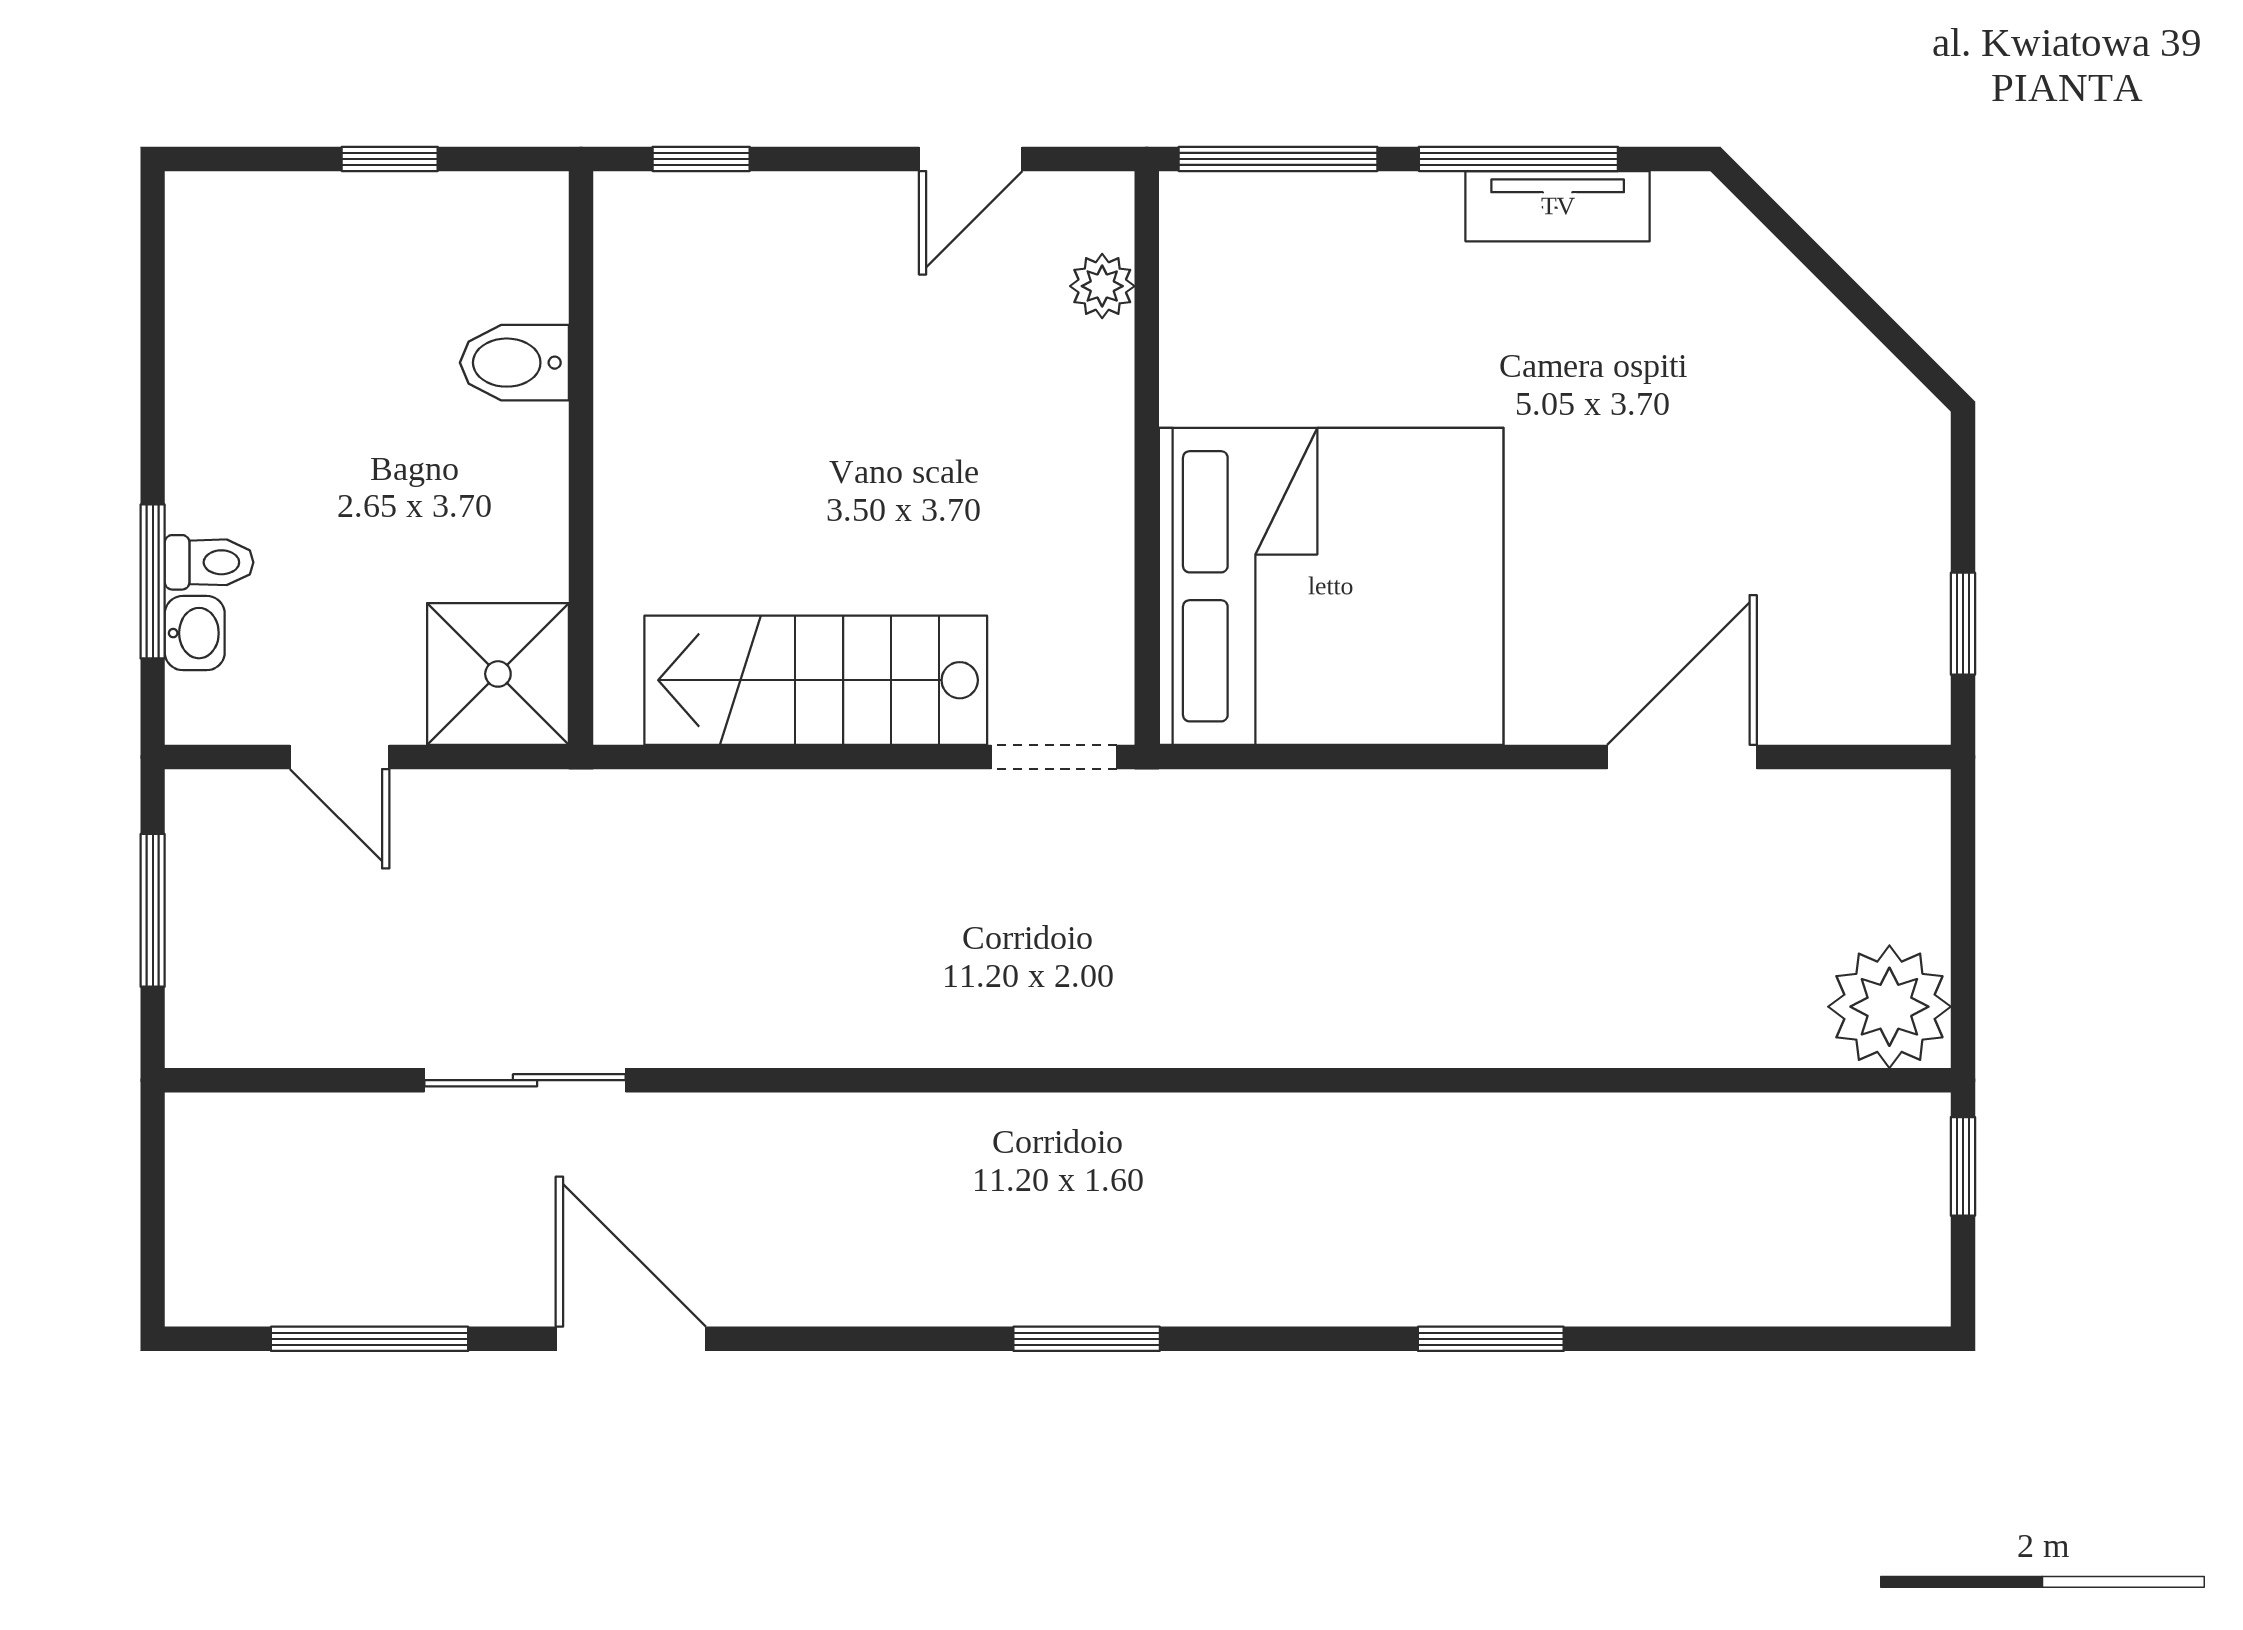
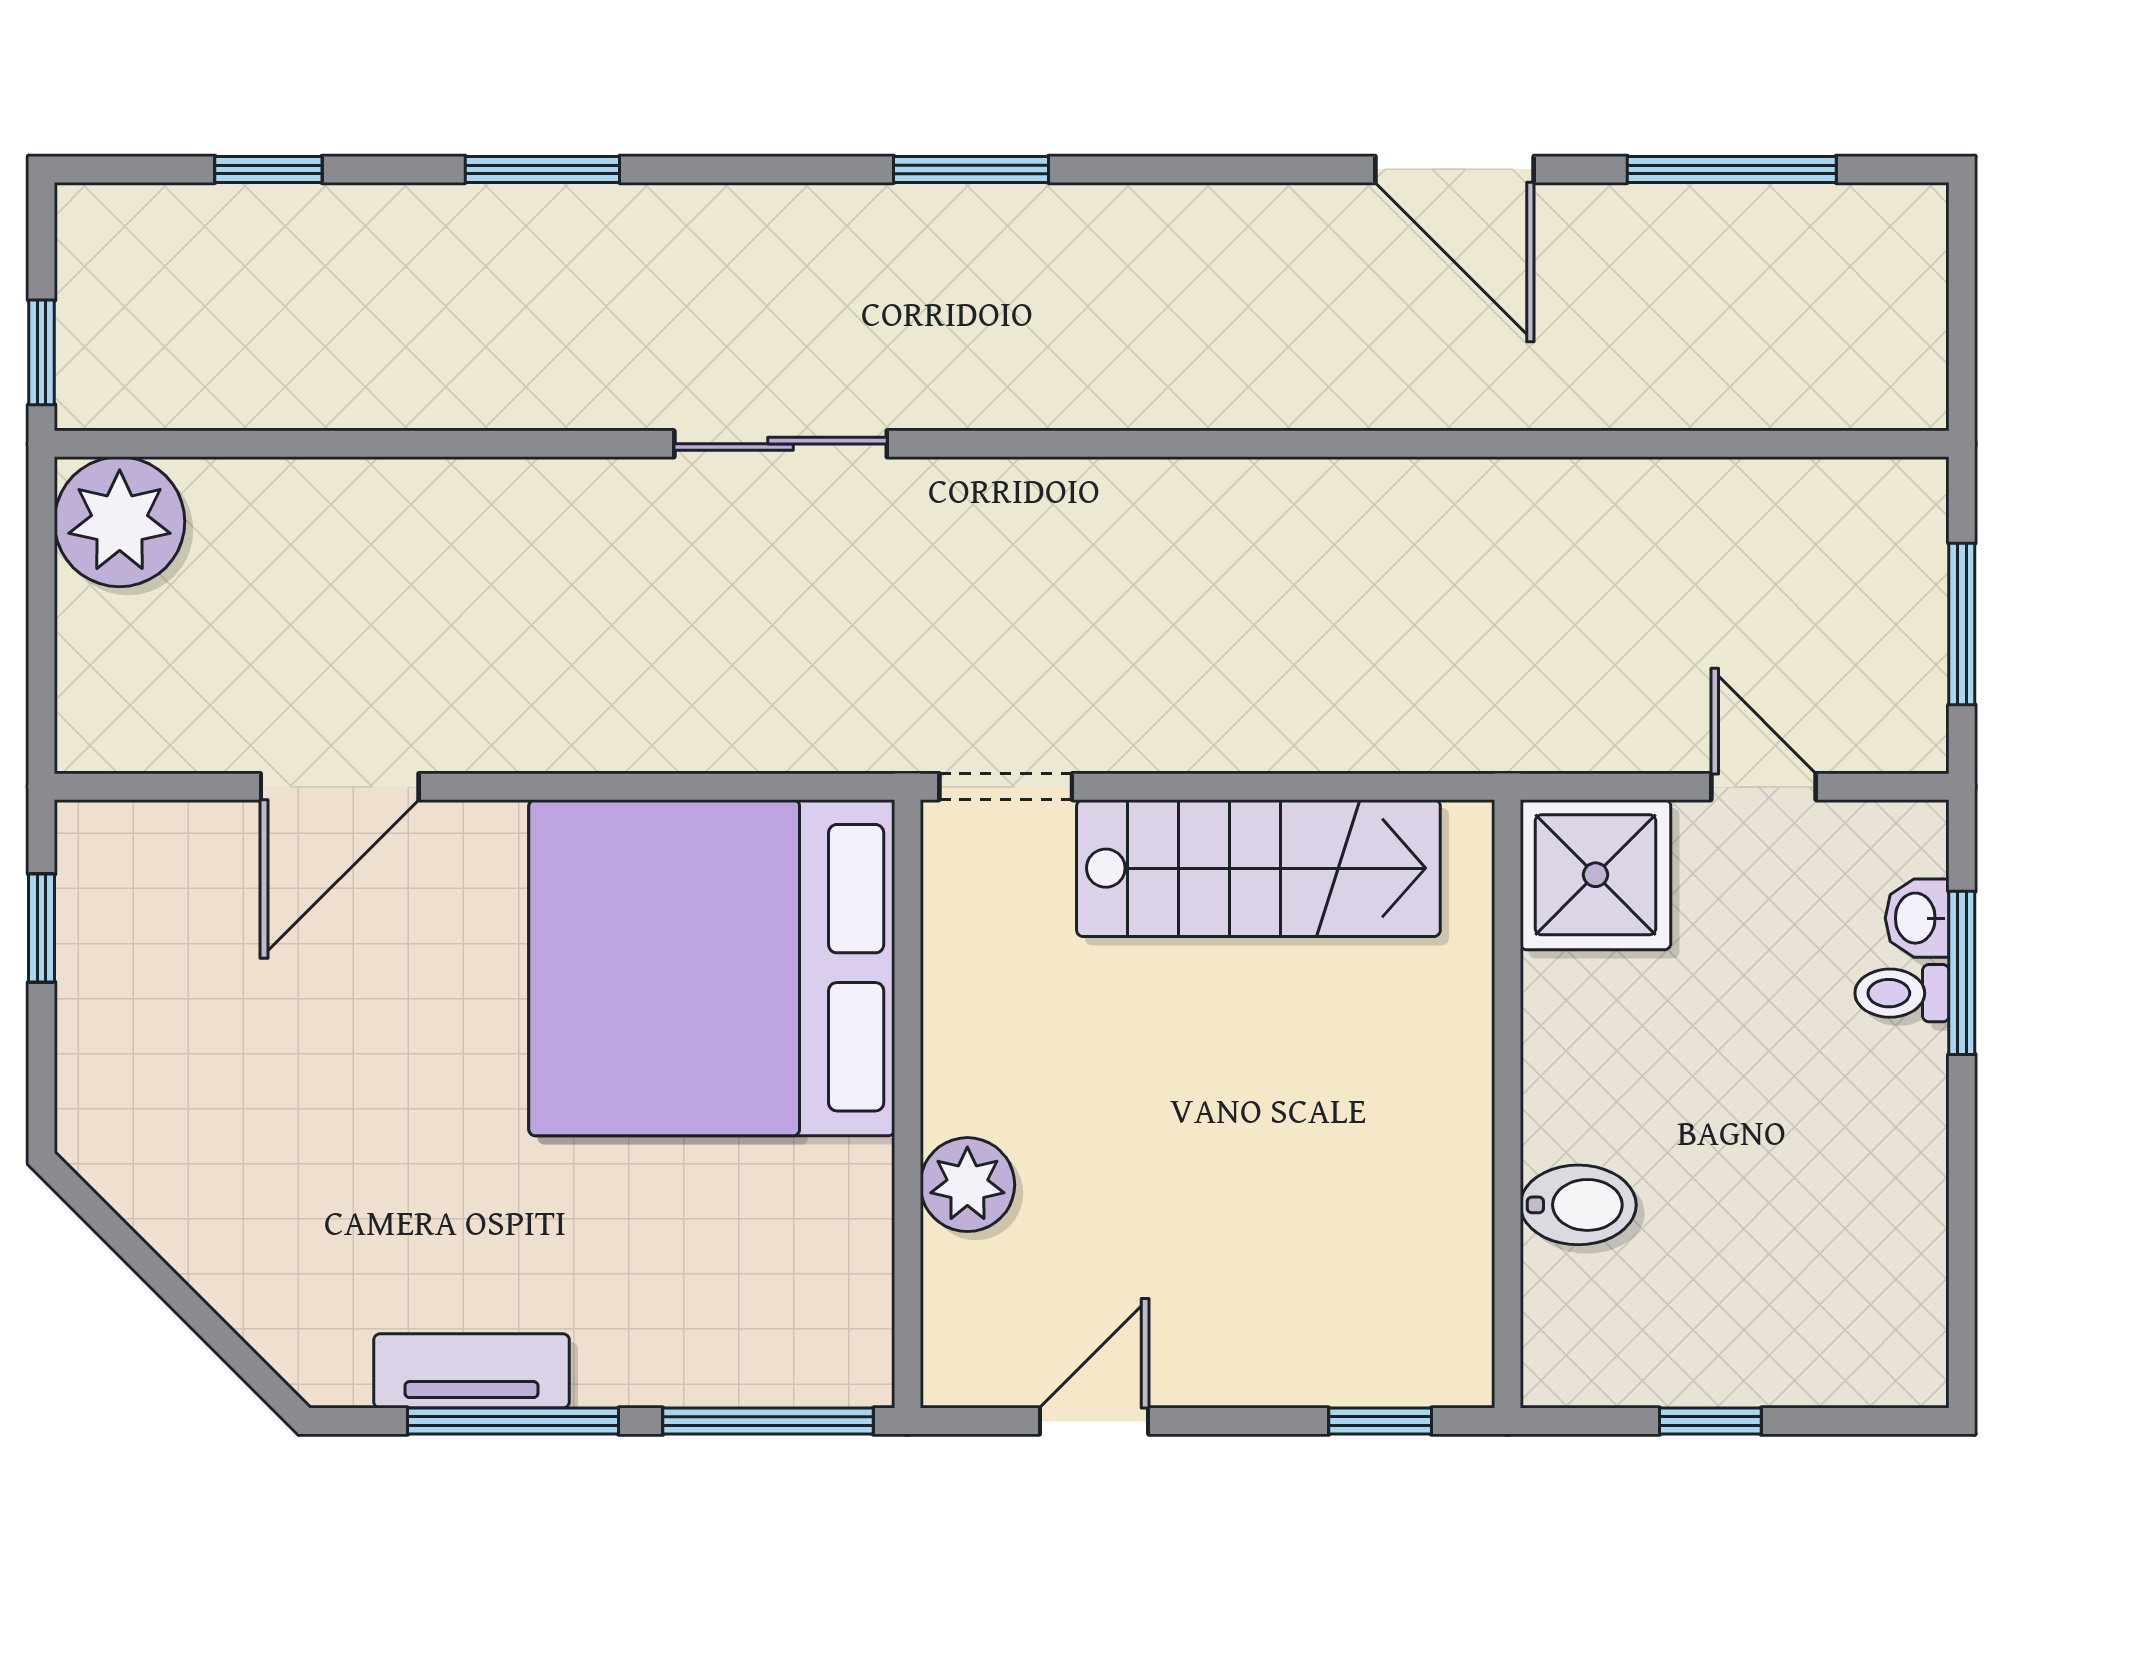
plant: (1102, 286) -> (967, 1185), moved, width x1.38, depth x1.38
sliding door: (525, 1080) -> (781, 444), moved
window: (1749, 1339) -> (268, 169), added

